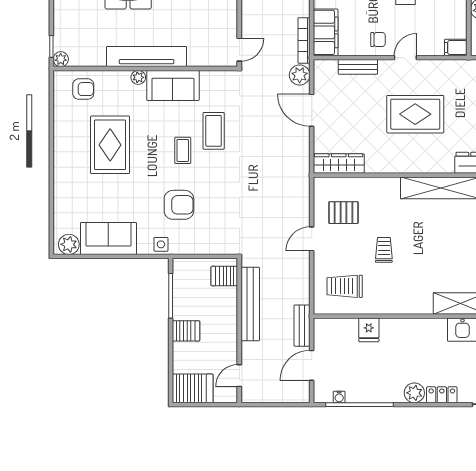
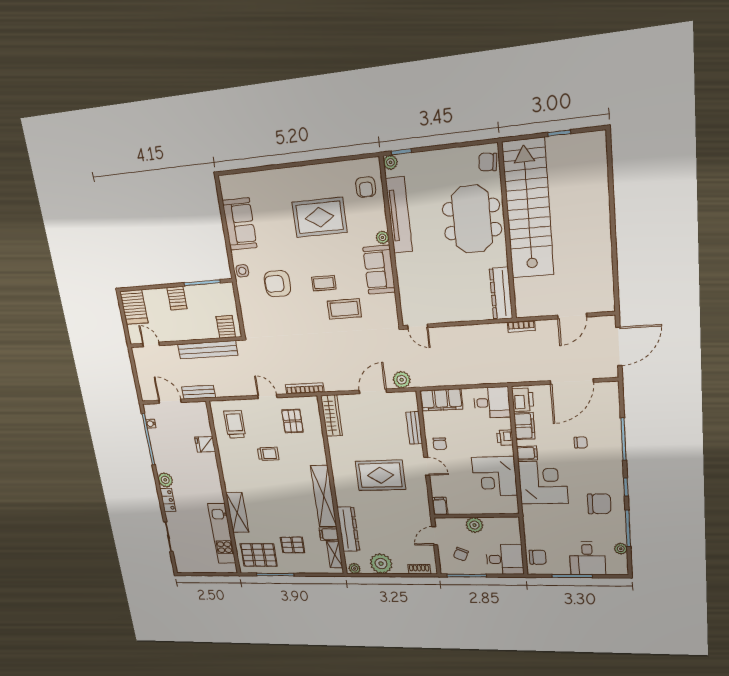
bookcase: (304, 40) -> (305, 388), moved
tv unit: (147, 57) -> (399, 215), moved
rug: (415, 114) -> (380, 475), turned 90
armchair: (179, 205) -> (277, 284), turned 90
plant: (69, 244) -> (229, 189), removed

